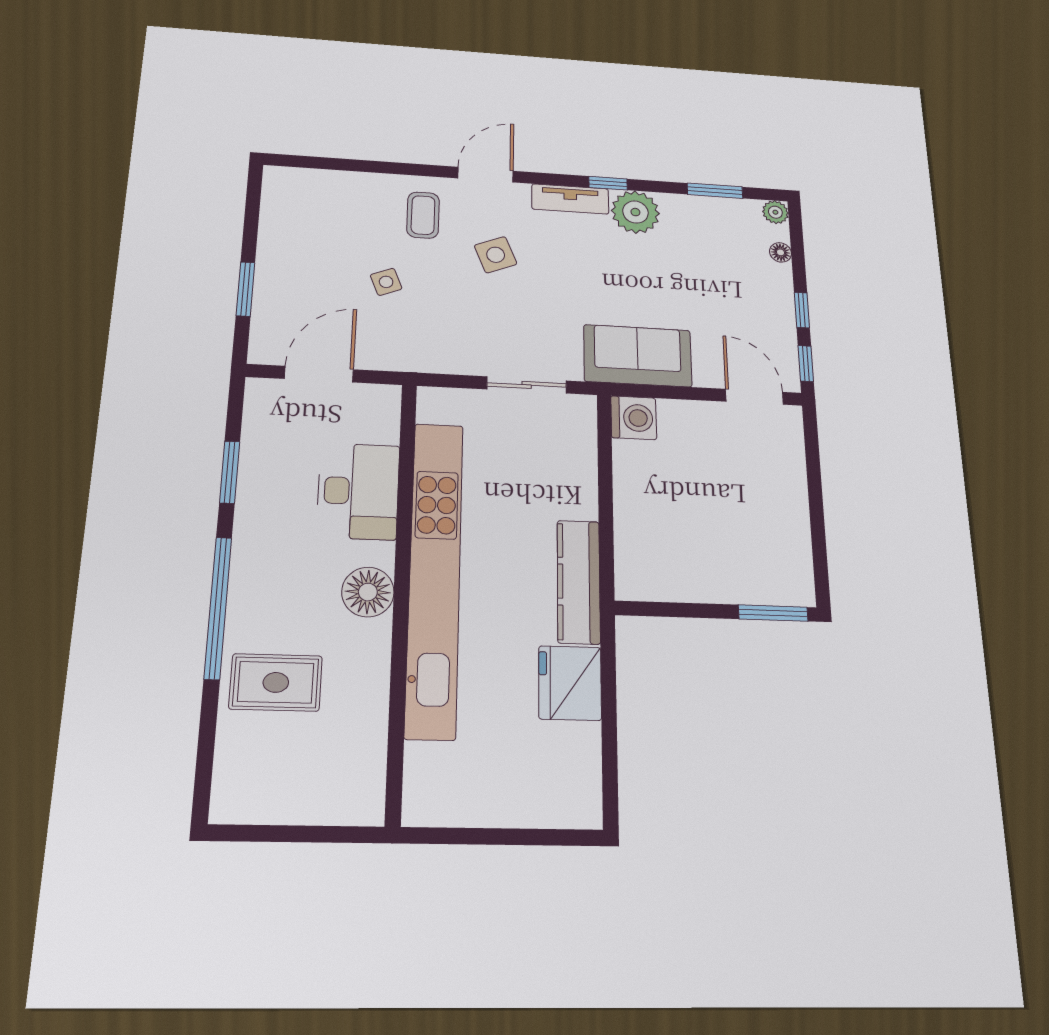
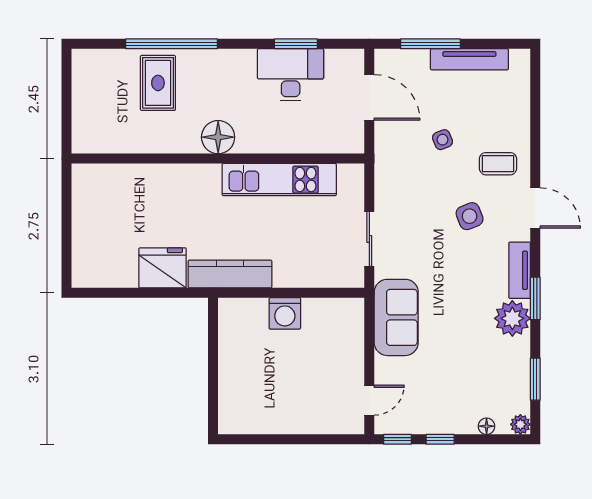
window: (608, 183) -> (535, 298), width x1.50
tv unit: (272, 241) -> (469, 59), added
window: (245, 289) -> (430, 44), width x1.44
door: (754, 397) -> (369, 400), width x0.73
washing machine: (634, 418) -> (285, 313), moved
desk: (358, 491) -> (291, 75), moved, turned 180
kitchen unit: (435, 576) -> (279, 180), width x0.54
window: (218, 607) -> (171, 44), moved
window: (773, 613) -> (213, 404), removed

